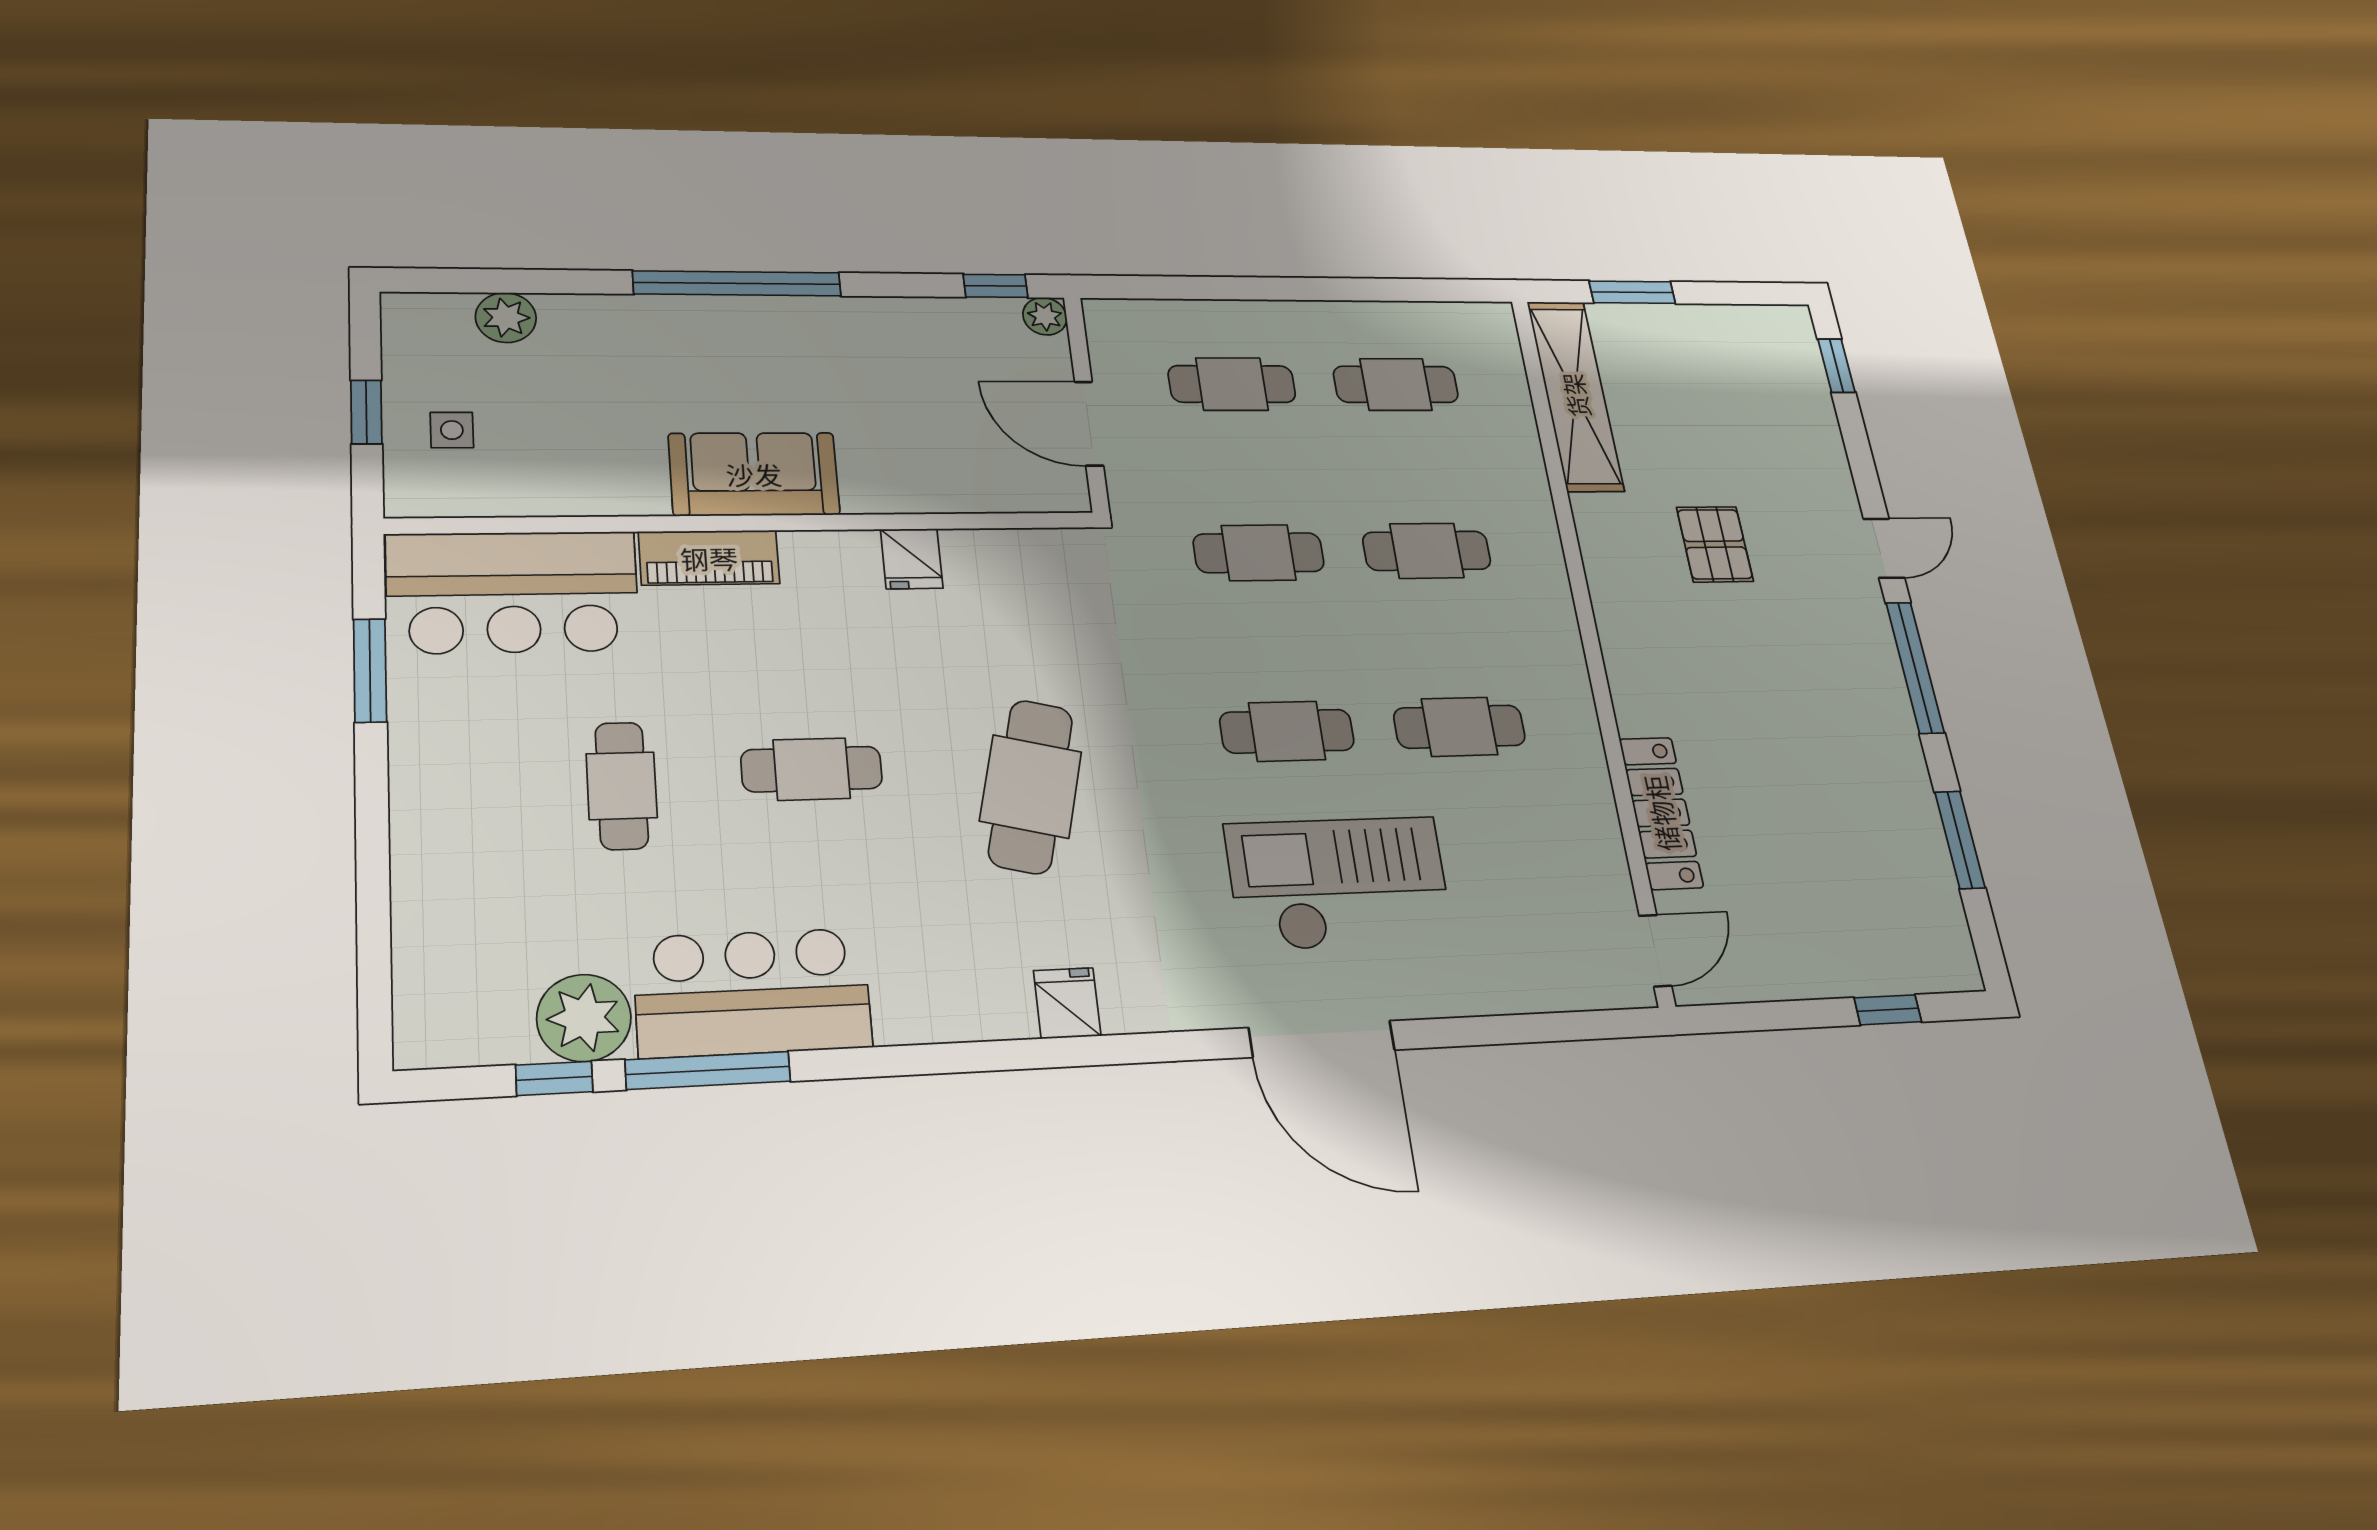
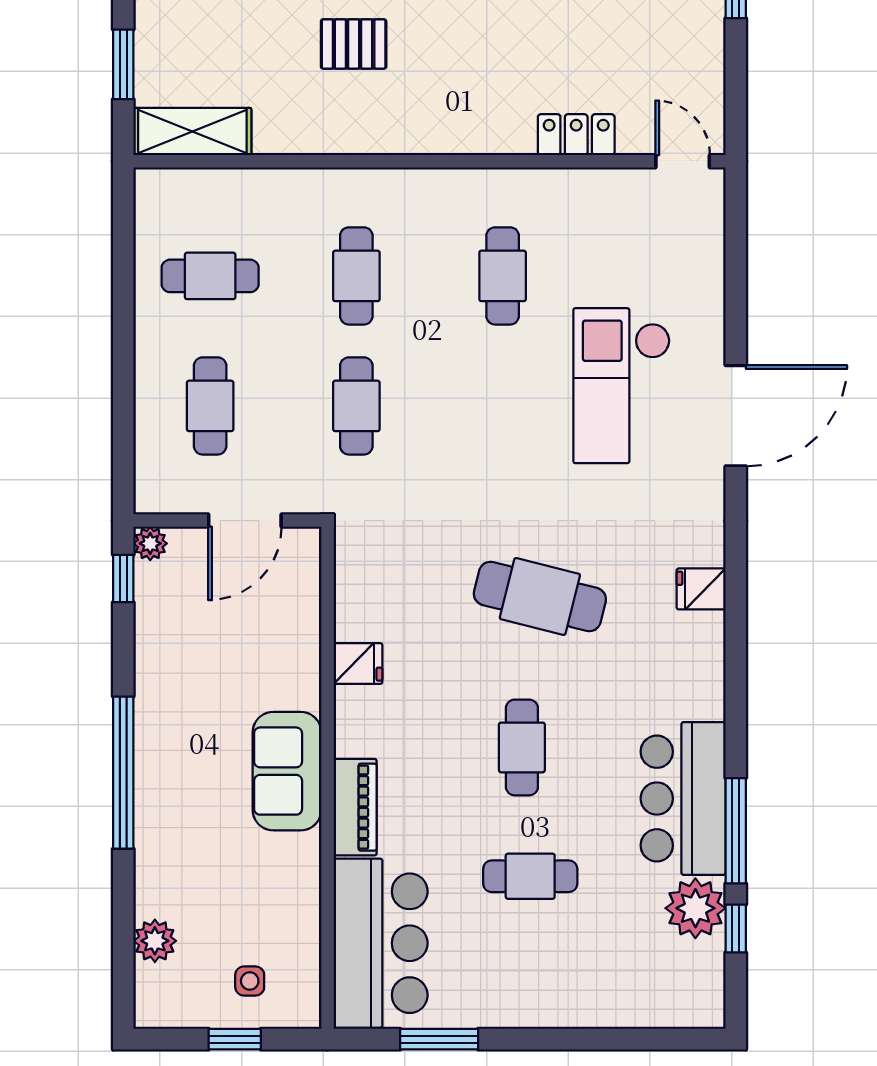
cafe table: (1396, 384) -> (210, 276), turned 90
shelving: (1575, 395) -> (192, 132), width x0.68
cafe table: (1287, 731) -> (503, 406), removed
locker: (1661, 813) -> (576, 135), width x0.66

